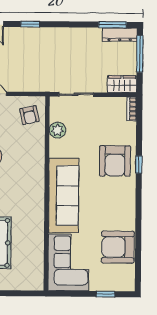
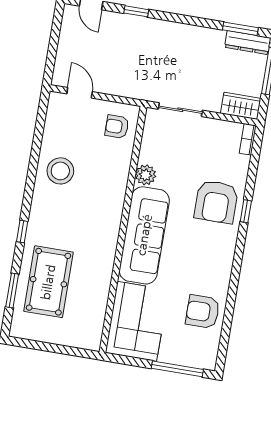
armchair: (29, 115) -> (117, 127), turned 103
plant: (57, 130) -> (146, 175), moved
armchair: (118, 247) -> (203, 312), width x0.73, depth x0.73
window: (105, 294) -> (177, 369), width x2.17

